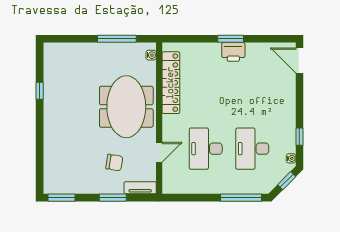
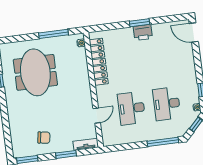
meeting table: (126, 107) -> (35, 72), moved
chair: (114, 163) -> (44, 138), moved

